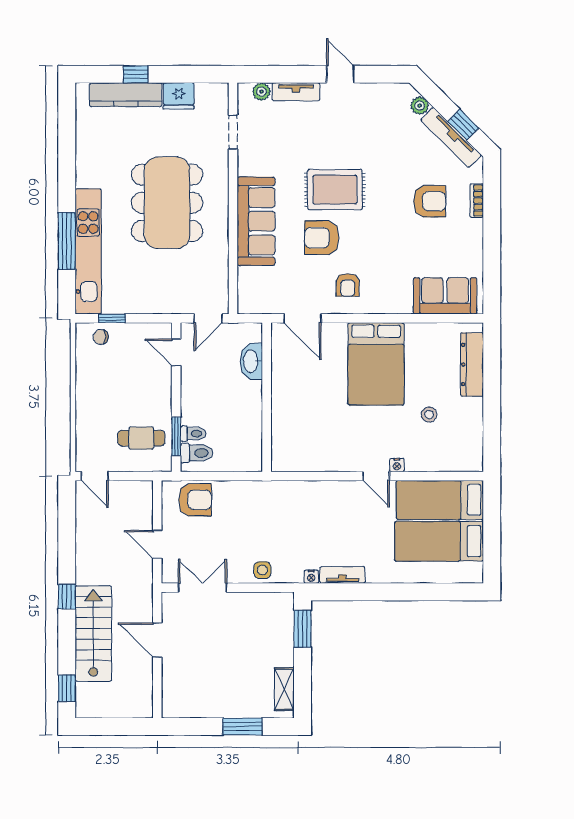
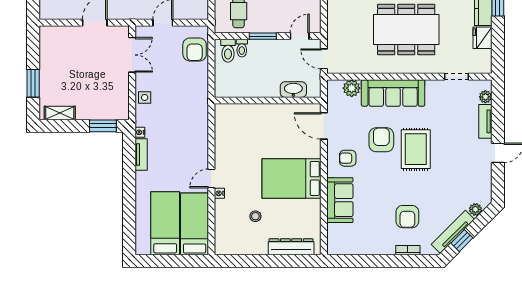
plant: (249, 280) -> (352, 88), added
sofa: (445, 296) -> (340, 200), moved
door: (302, 318) -> (324, 126), hinge flipped
window: (176, 436) -> (263, 36), moved

